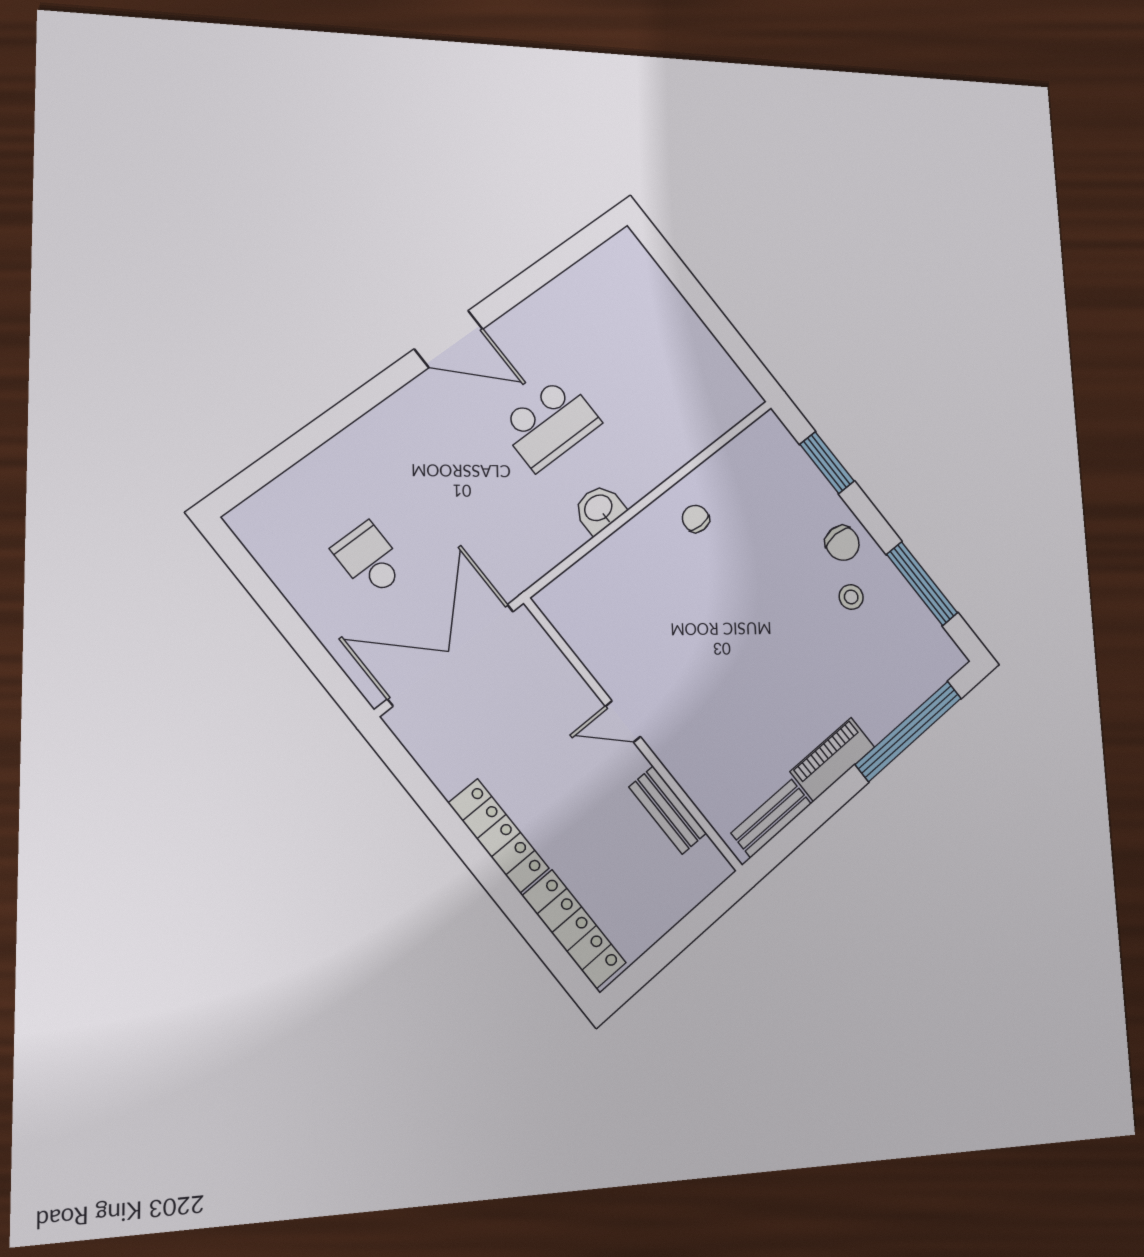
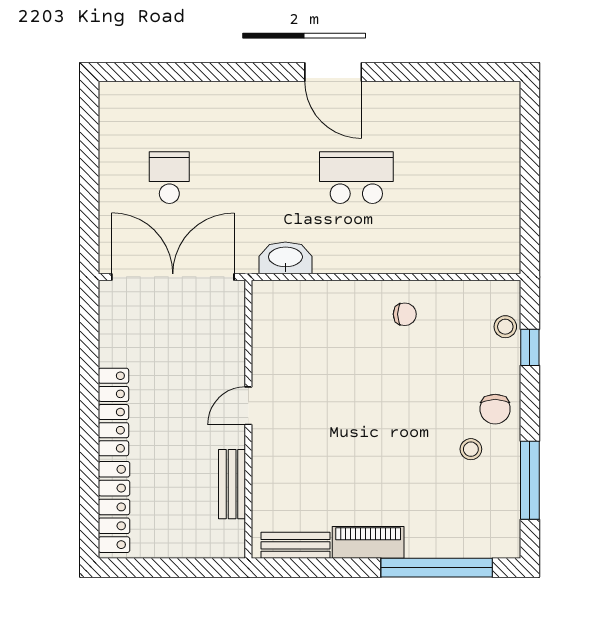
school desk: (550, 424) -> (356, 178), turned 180
stool: (792, 460) -> (505, 327), added
window: (827, 463) -> (530, 347), width x0.67
washbasin: (599, 509) -> (285, 258), moved, width x1.38
chair: (696, 519) -> (405, 314), turned 90
door: (623, 722) -> (248, 406), hinge flipped

